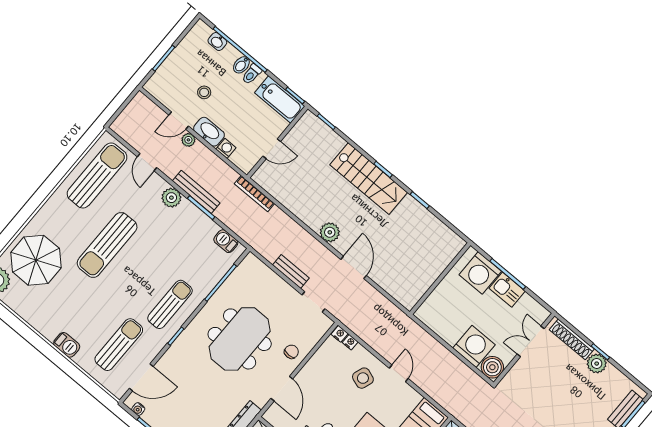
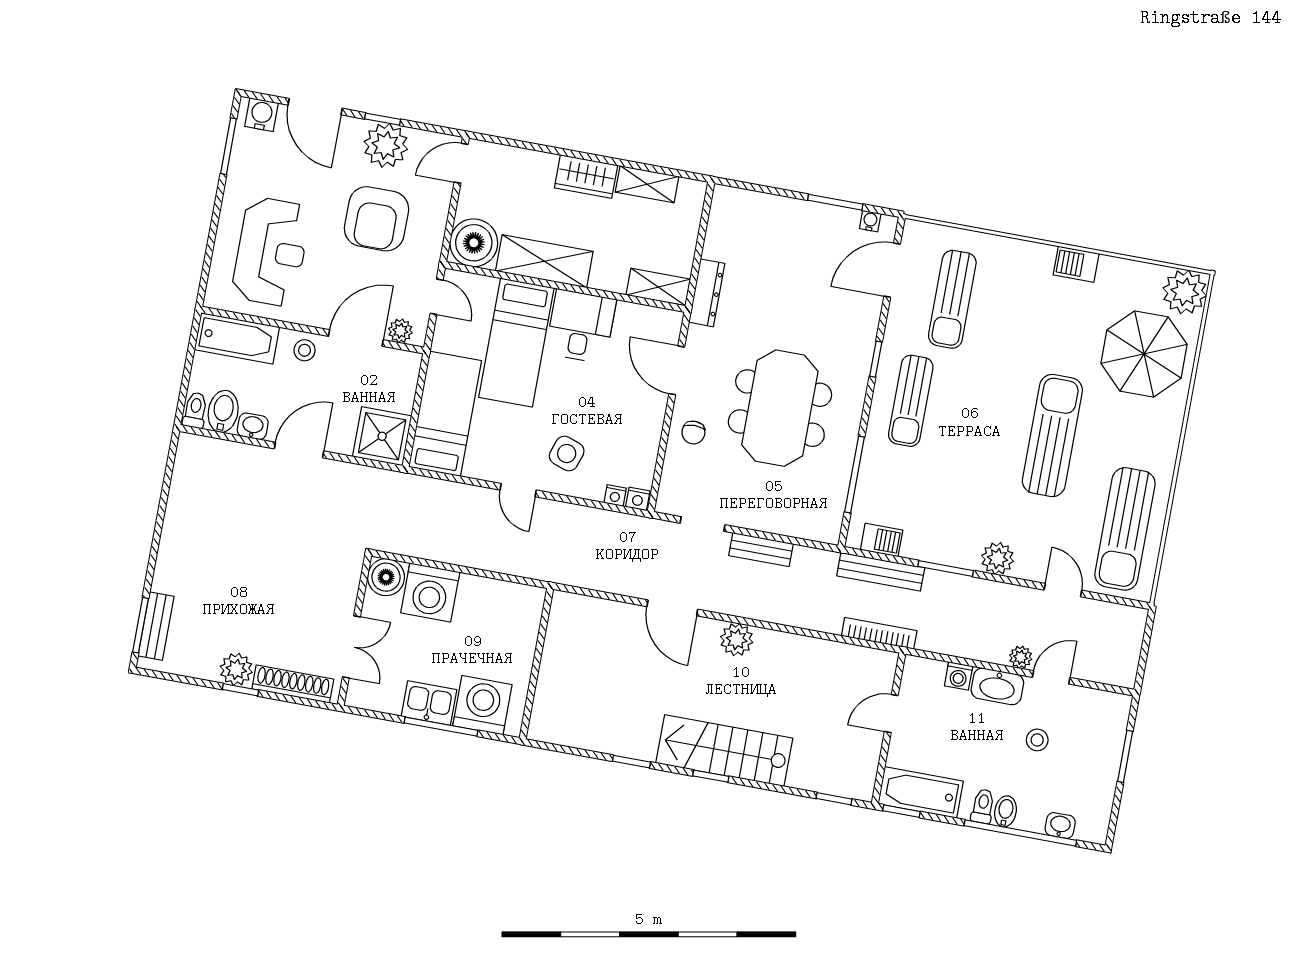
bench: (196, 192) -> (881, 572), moved
barbecue: (67, 345) -> (1076, 264), moved

